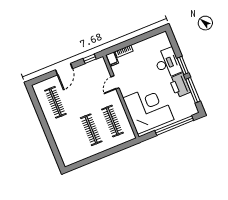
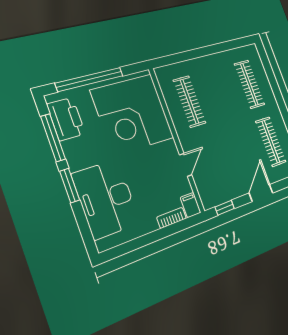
desk: (167, 63) -> (106, 199), width x1.36, depth x1.30
printer: (180, 85) -> (66, 119), moved
clothes rail: (91, 130) -> (249, 84), moved

